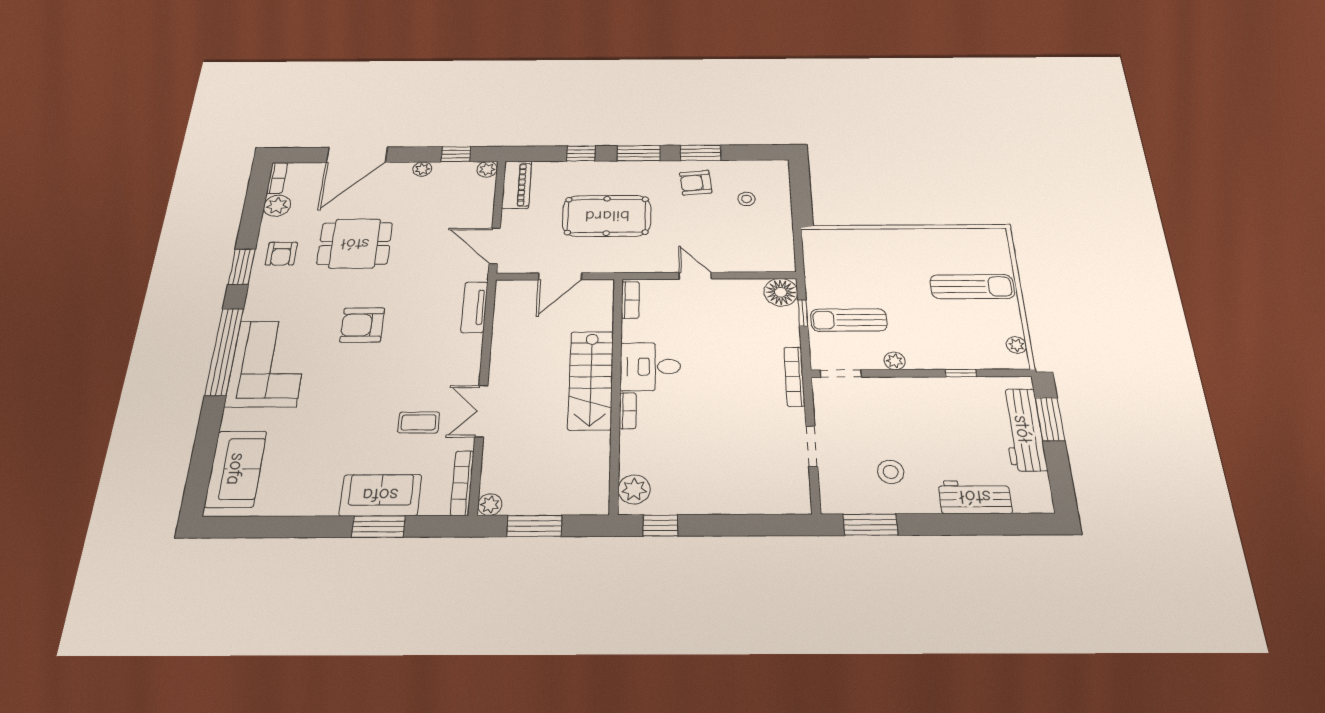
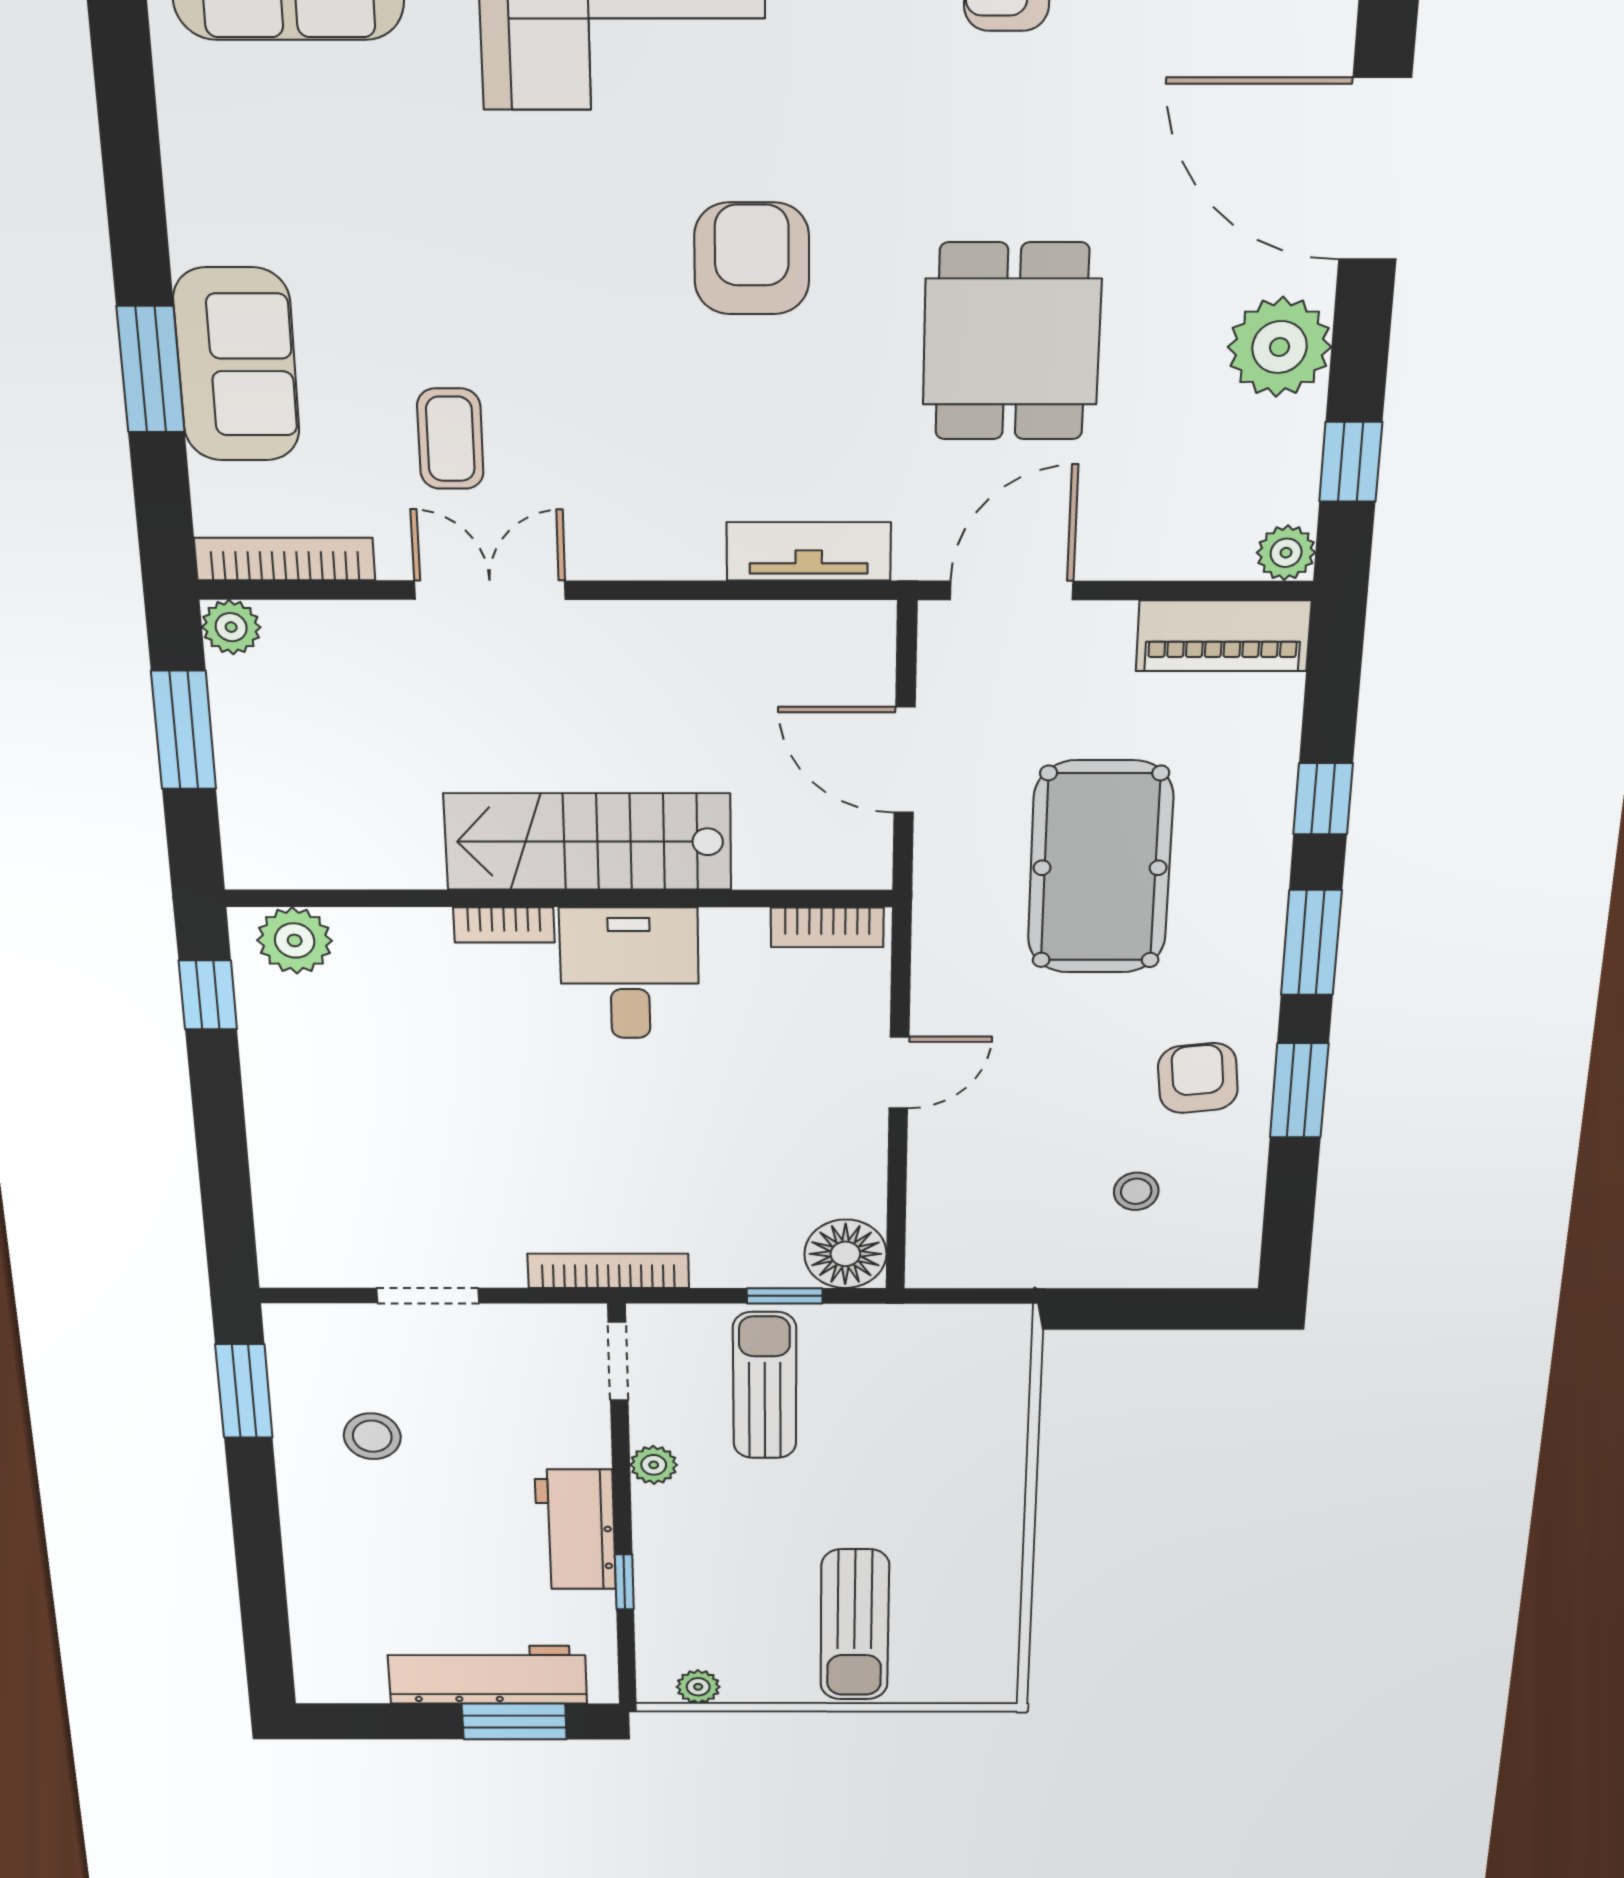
plant: (422, 169) -> (1279, 347), width x1.87, depth x1.87
dining table: (355, 244) -> (1012, 342), moved
workbench: (975, 497) -> (575, 1530), moved, turned 180

